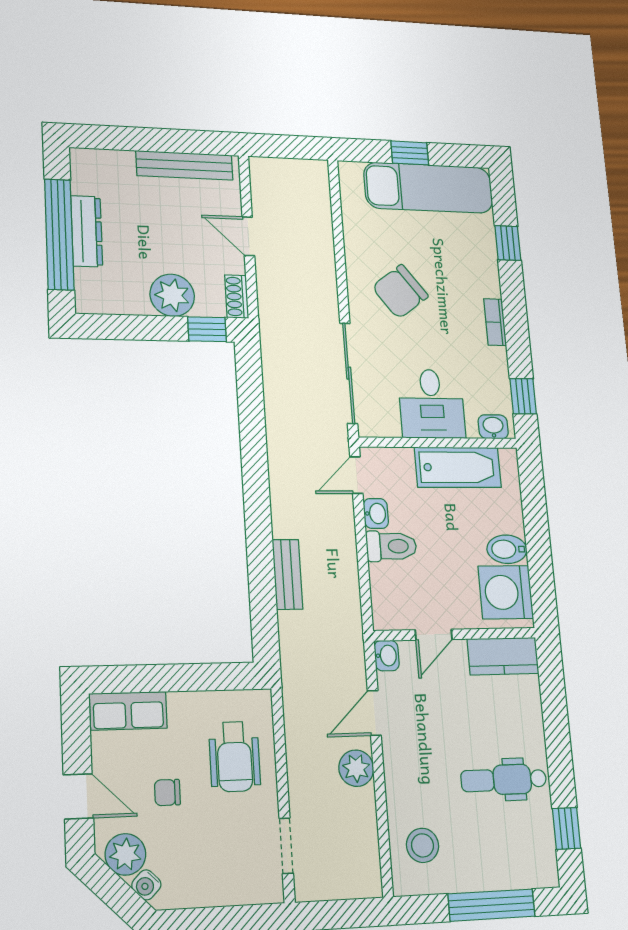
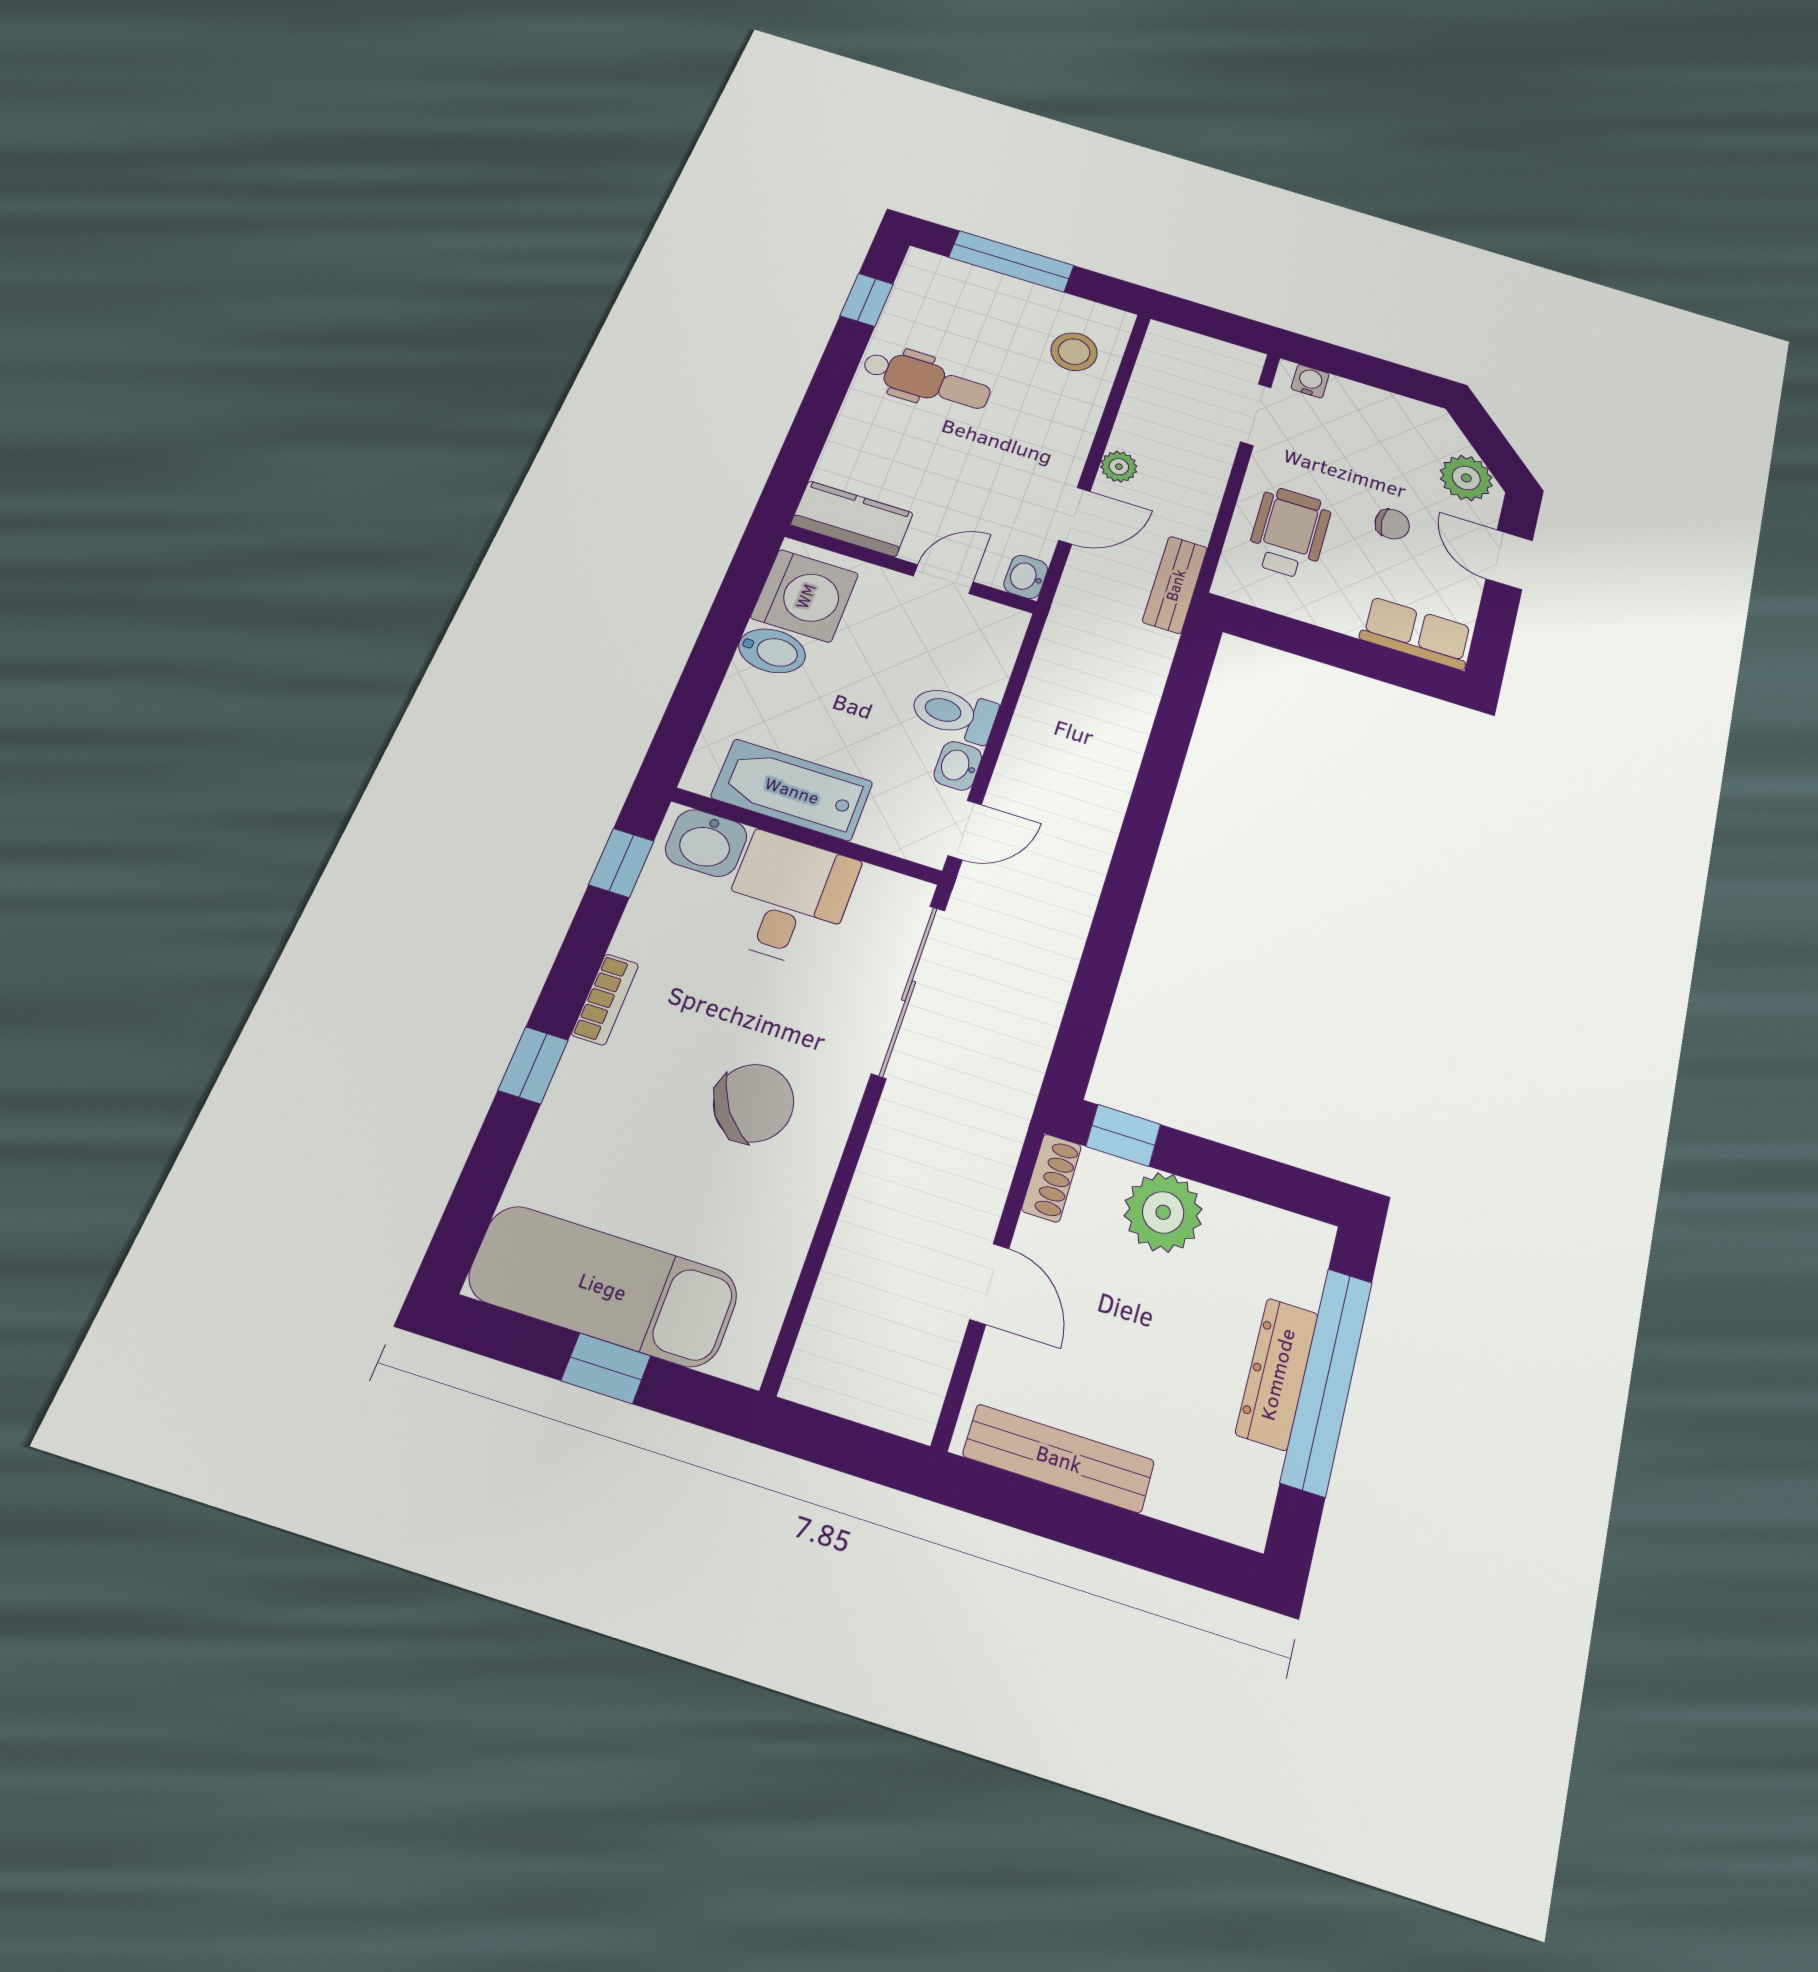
window: (508, 243) -> (533, 1065), moved
washbasin: (493, 427) -> (706, 843), width x1.38, depth x1.45
bench: (287, 574) -> (1175, 585), moved
plant: (356, 768) -> (1119, 467), width x0.73, depth x0.73
water cooler: (146, 885) -> (1310, 381), moved, turned -45

